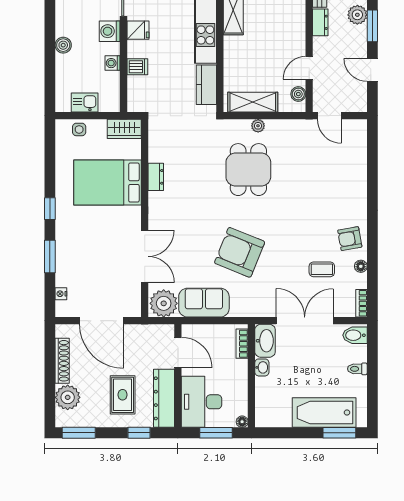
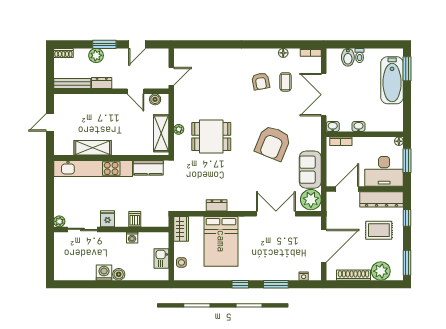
washing machine: (110, 31) -> (104, 273), moved, turned 180
armchair: (350, 239) -> (261, 81), moved
bidet: (355, 335) -> (348, 57), moved
washbasin: (265, 341) -> (333, 126), width x0.52, depth x0.69

